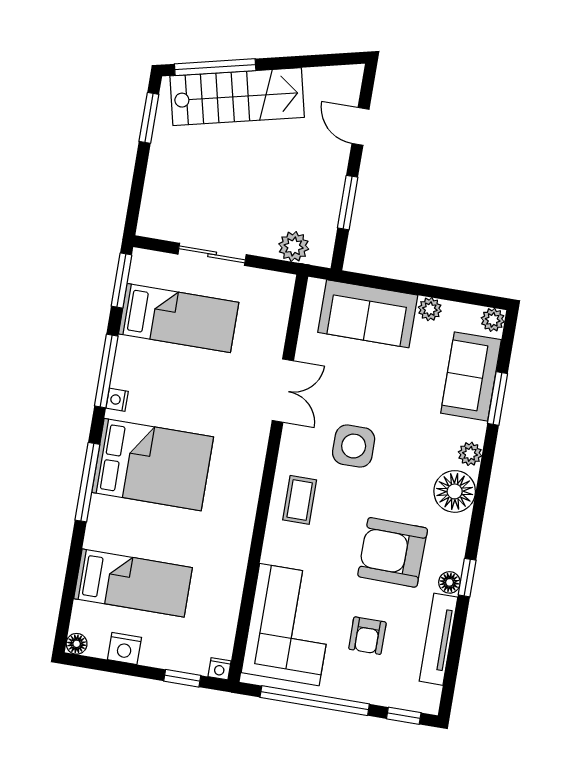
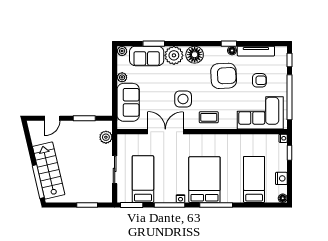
window: (149, 118) -> (87, 205), moved
double door: (283, 391) -> (165, 132), width x1.37
plant: (470, 454) -> (174, 55), width x1.87, depth x1.87
armchair: (393, 552) -> (224, 76), turned -94

